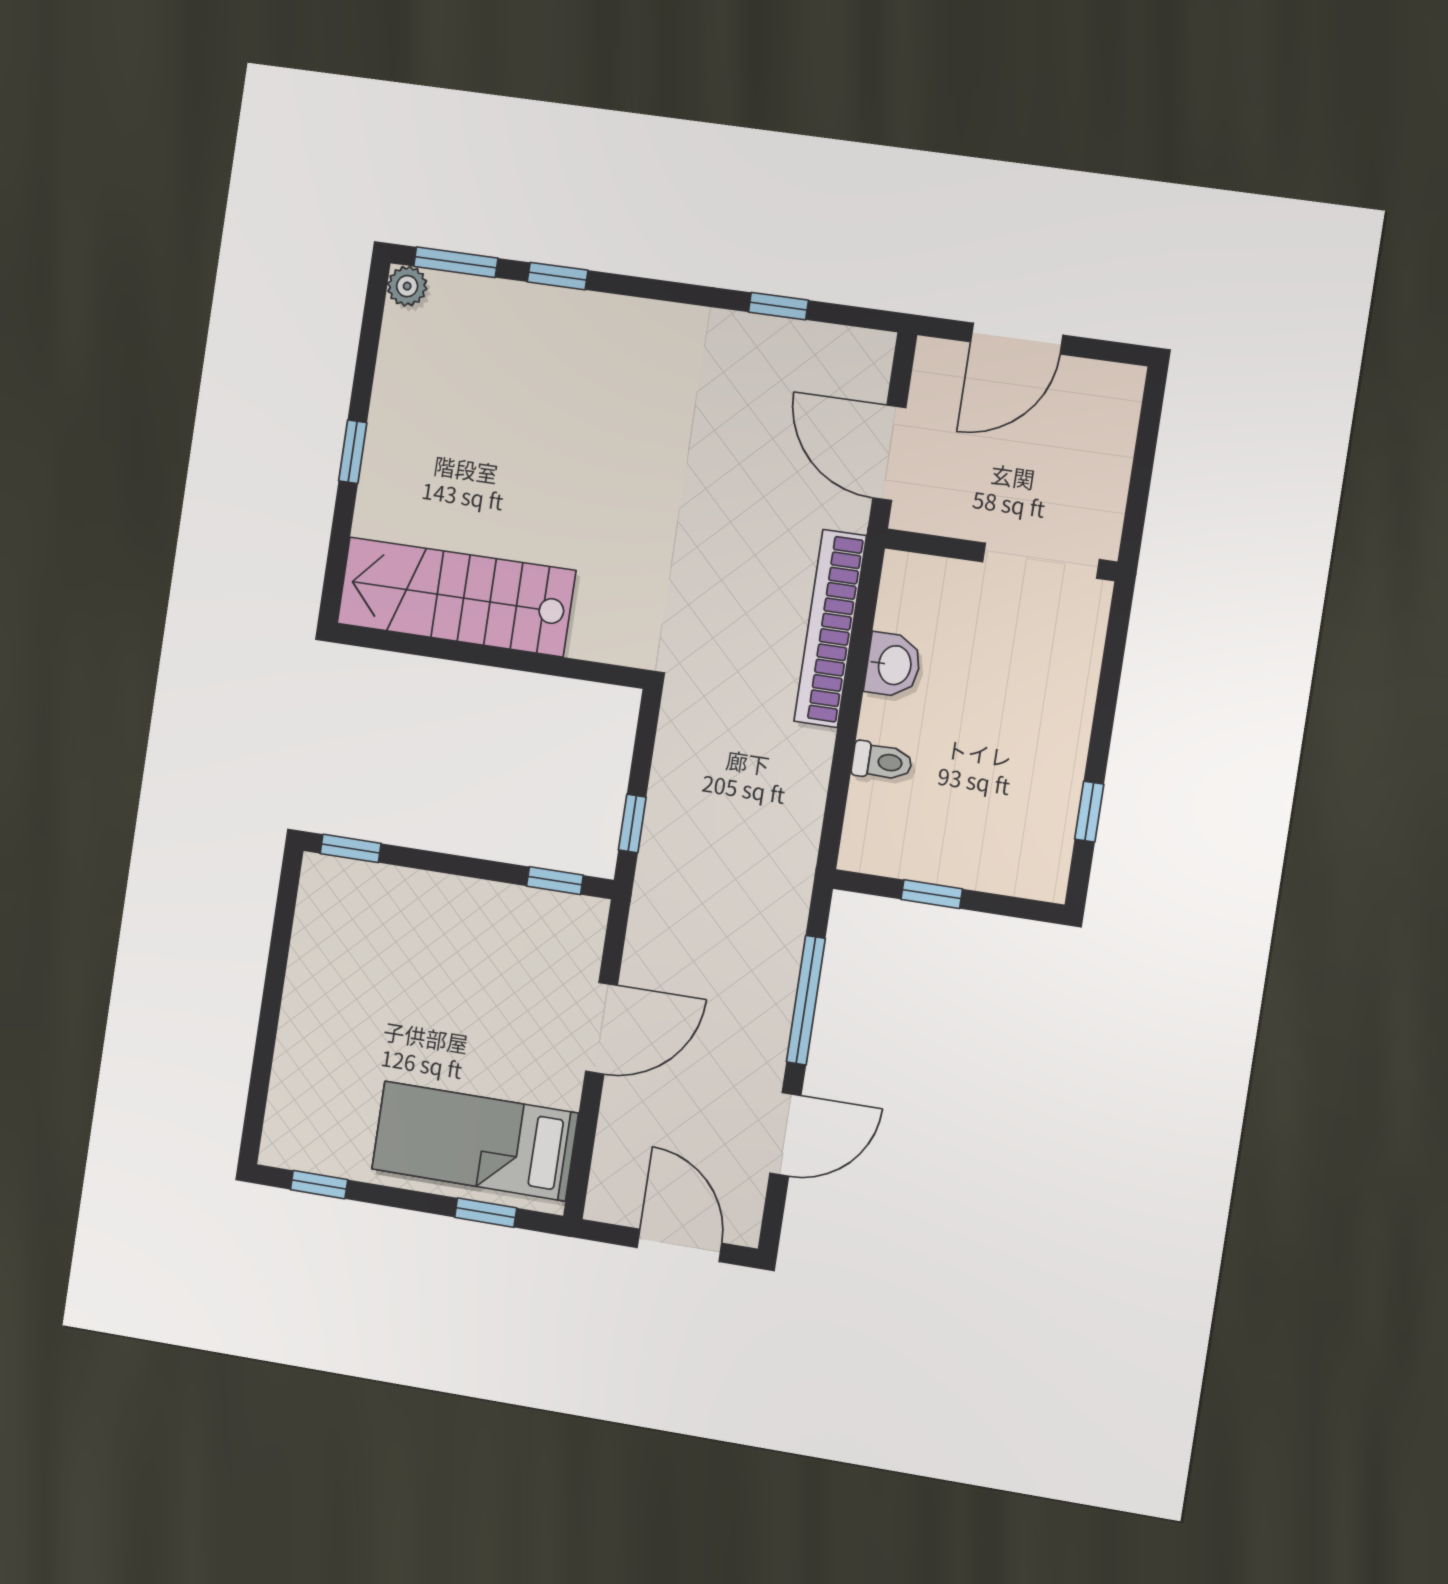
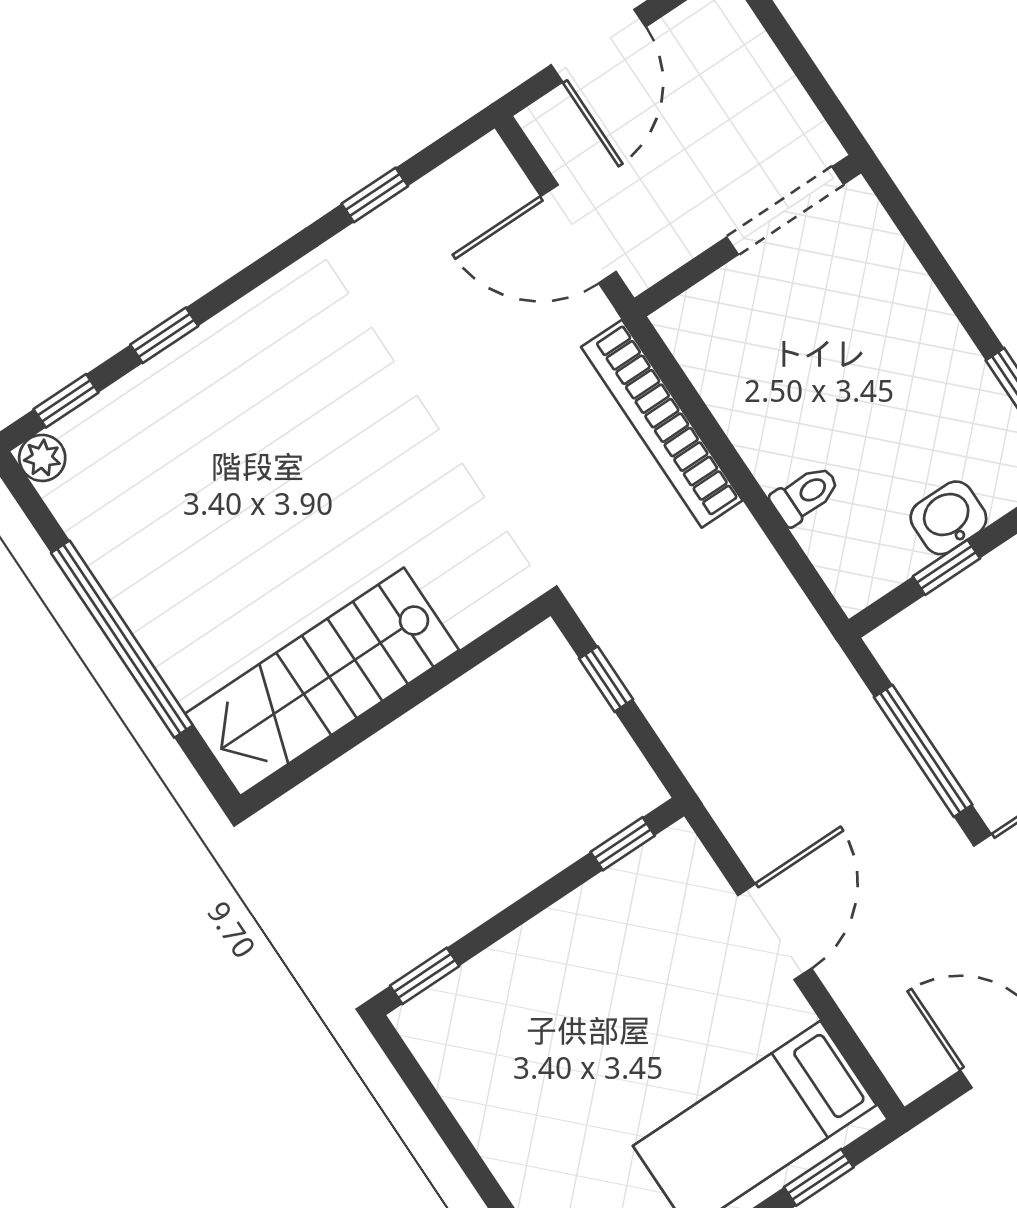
window: (456, 262) -> (66, 401), width x0.67
window: (353, 452) -> (122, 639), width x3.17
washbasin: (893, 665) -> (948, 518), moved, turned -90
window: (632, 823) -> (606, 679), moved

